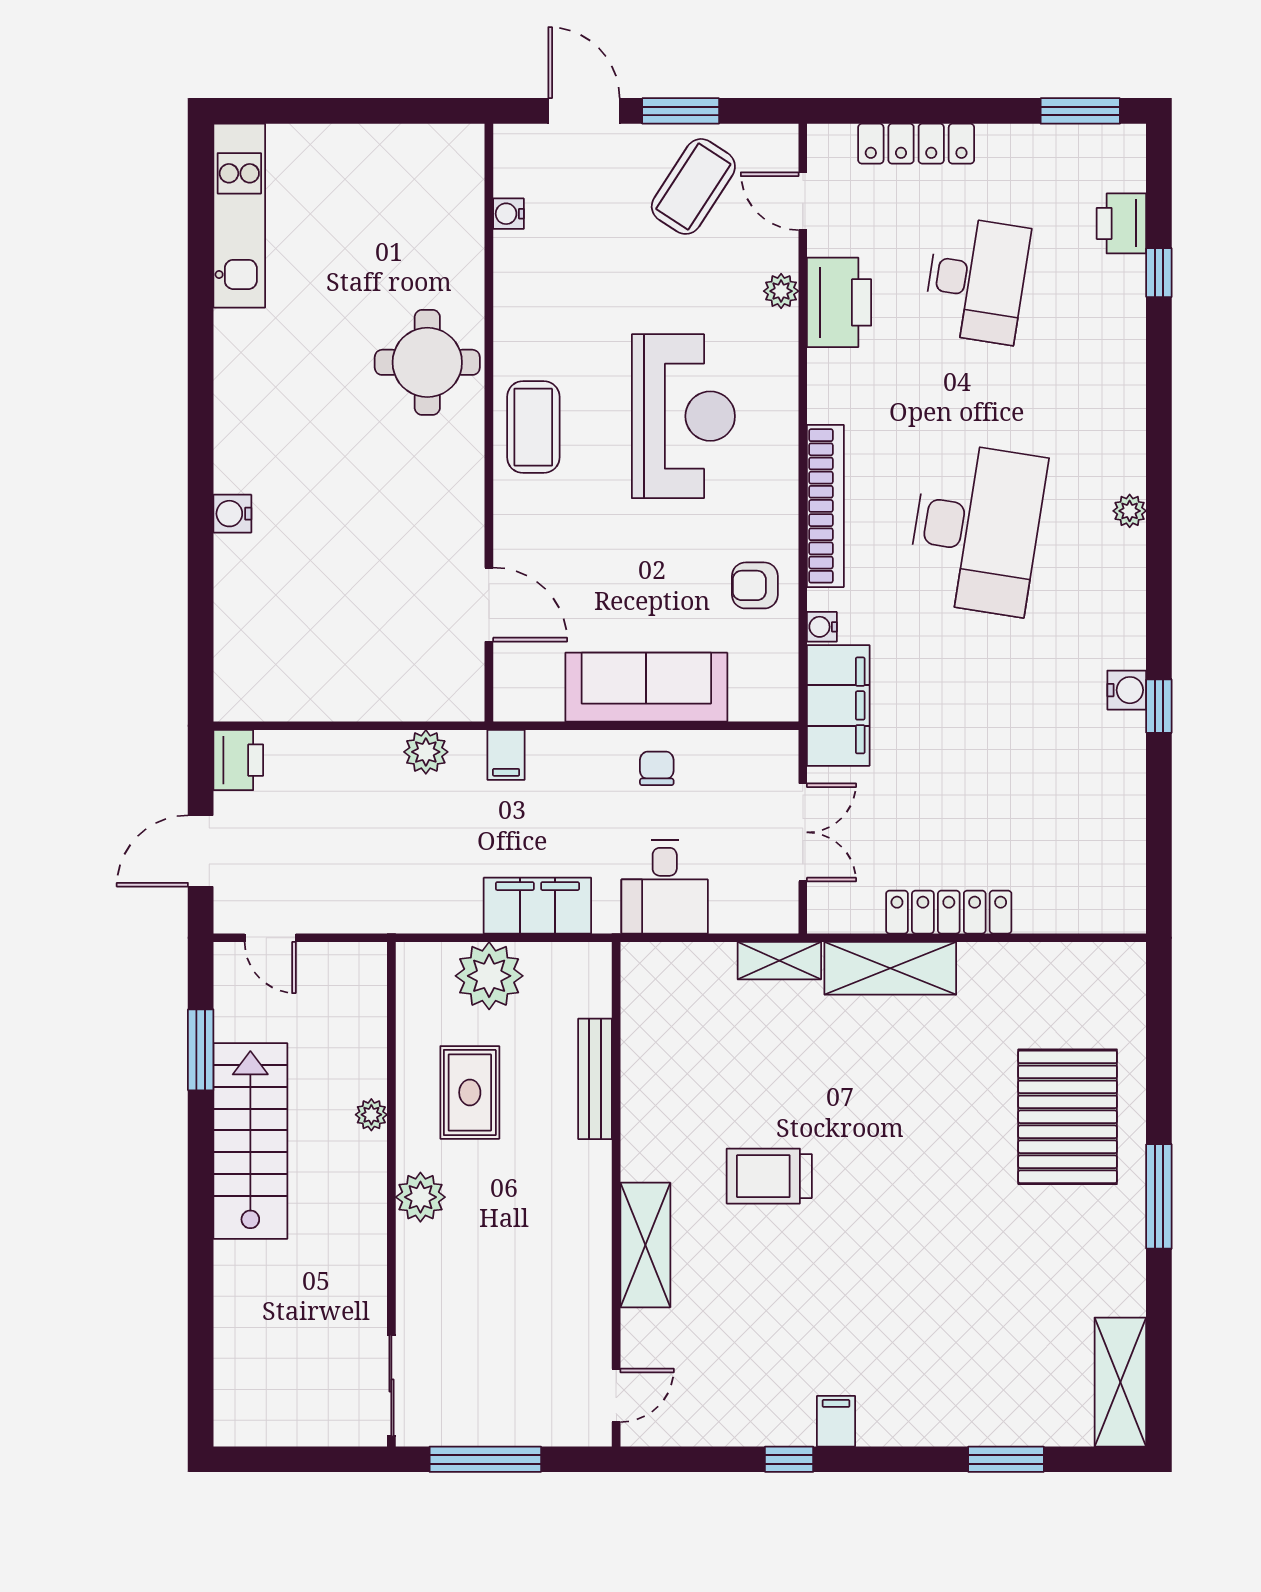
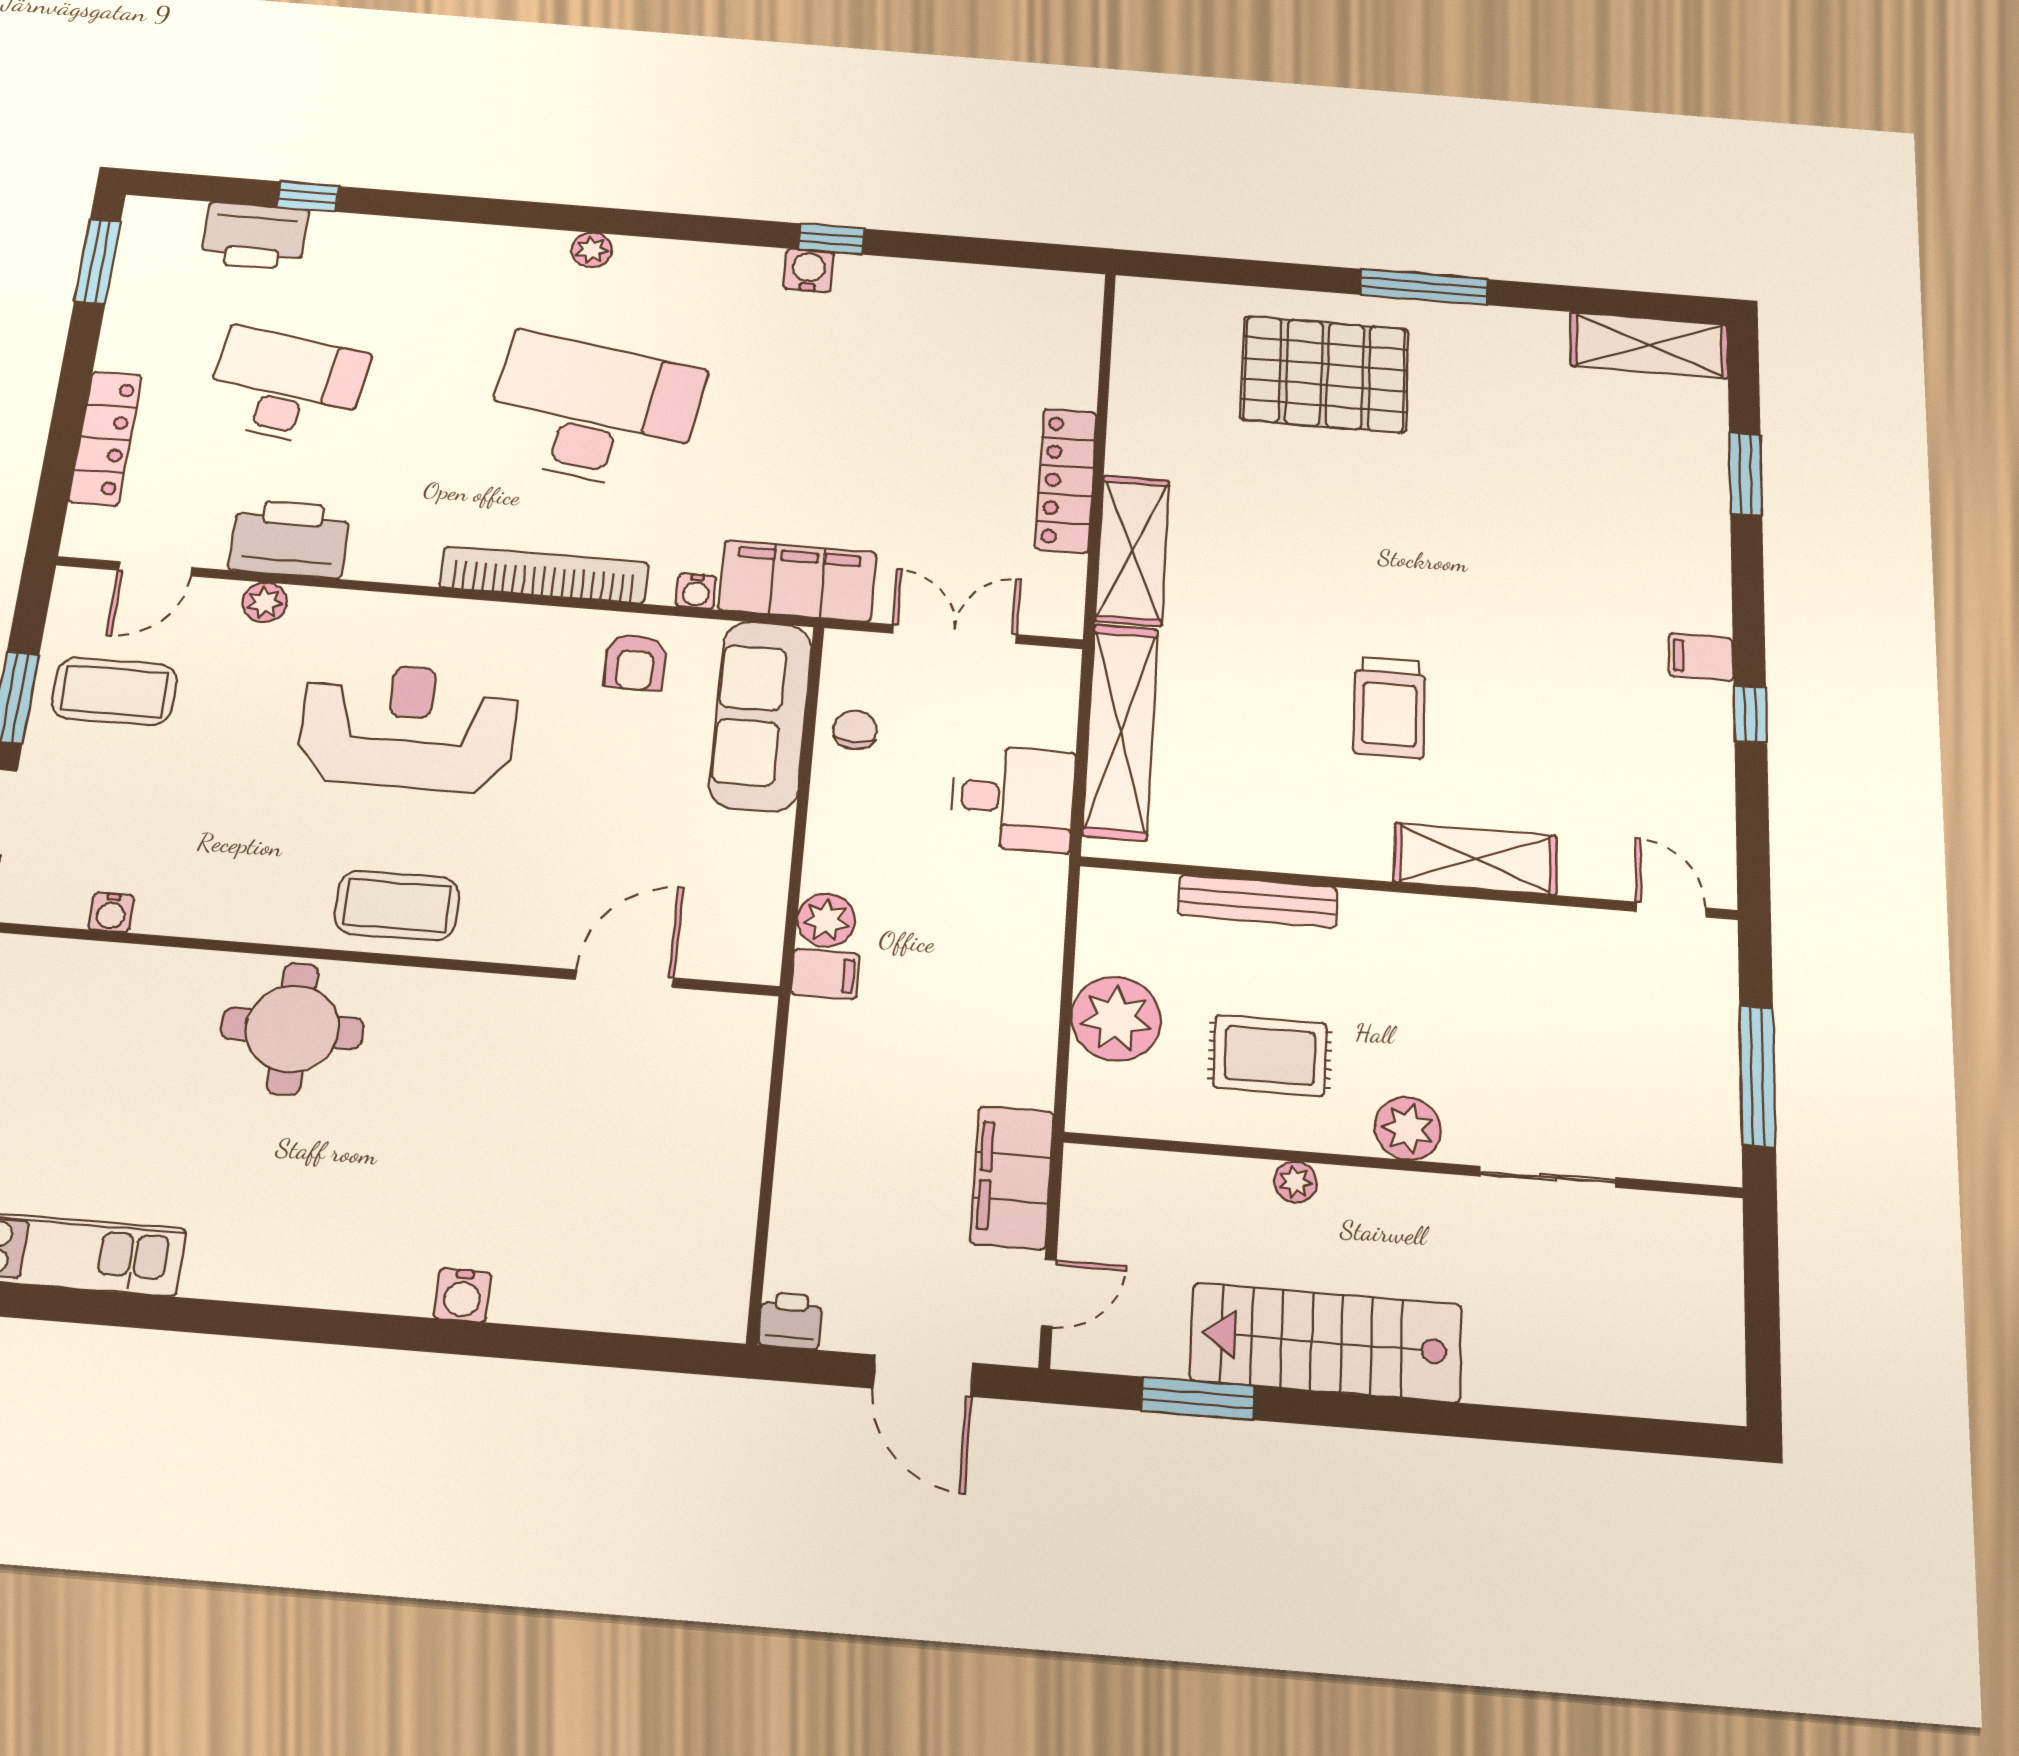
coffee table: (693, 186) -> (114, 691), turned -33
printer: (1121, 223) -> (255, 236), width x1.37, depth x1.19
sofa: (646, 687) -> (761, 716), moved
plant: (426, 752) -> (826, 920), moved
printer: (238, 760) -> (790, 1321), width x0.73, depth x0.81
chair: (657, 768) -> (855, 730), moved, turned 90
filing cabinet: (537, 906) -> (1012, 1178), moved
shelving: (779, 961) -> (1120, 732), width x2.20, depth x1.33
sliding door: (391, 1385) -> (1548, 1177), moved

